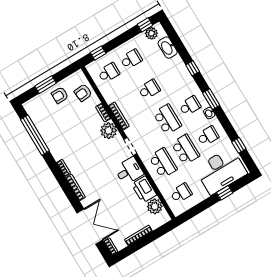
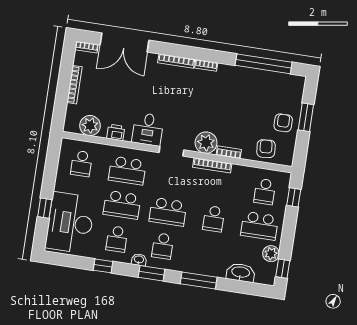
plant: (151, 33) -> (271, 254), moved
school desk: (131, 59) -> (260, 226), width x1.85
window: (193, 68) -> (199, 280), width x2.17
window: (239, 145) -> (103, 266), moved
printer: (144, 189) -> (116, 132), width x0.53, depth x0.68

